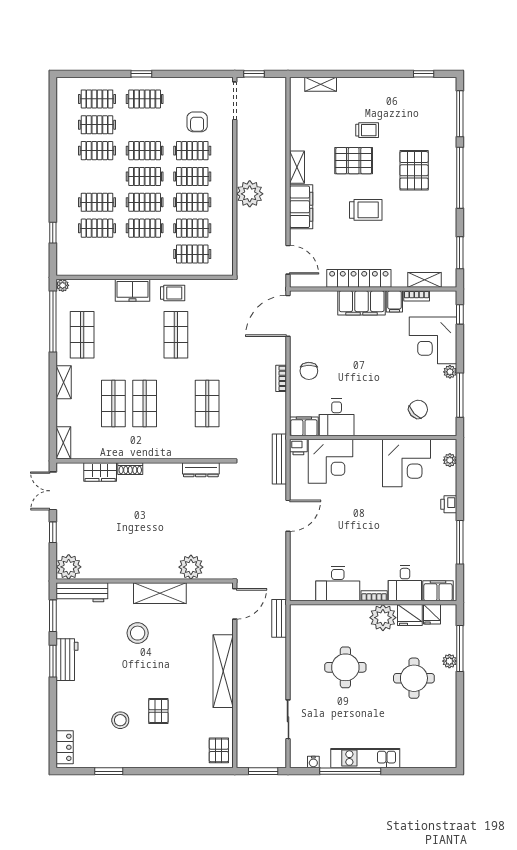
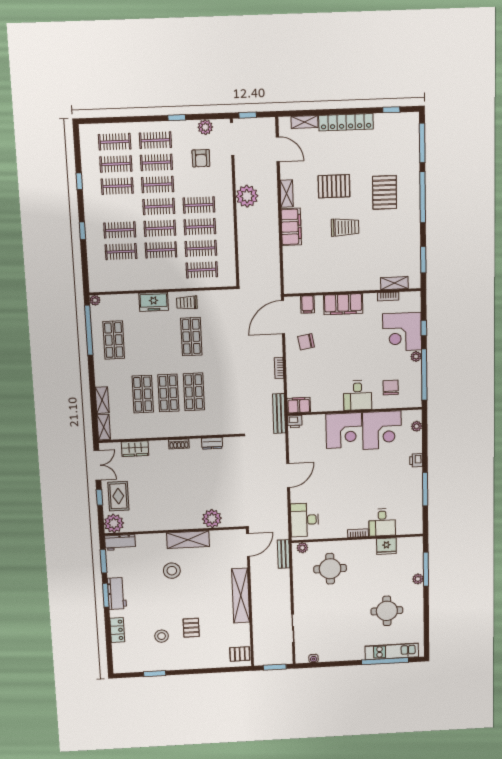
window: (141, 74) -> (177, 118), moved
plant: (204, 86) -> (205, 127), added
trolley: (367, 130) -> (345, 160), removed
window: (53, 143) -> (79, 181), added
clothes rail: (192, 151) -> (157, 162), moved
plant: (250, 194) -> (247, 196), moved
window: (53, 233) -> (82, 231), moved
door: (288, 260) -> (278, 149), moved
locker: (359, 278) -> (346, 122), moved, turned 180
trolley: (173, 293) -> (187, 303), turned 180
filing cabinet: (394, 301) -> (308, 304), moved
window: (460, 314) -> (424, 328), moved
chair: (309, 371) -> (306, 342), moved, turned 80
shelving: (64, 382) -> (102, 400), moved
window: (460, 395) -> (424, 375), width x1.46
shop shelf: (207, 403) -> (194, 392), moved
chair: (418, 409) -> (391, 387), turned -47
desk: (337, 417) -> (358, 395), moved
bench: (279, 459) -> (279, 413), moved
corner desk: (330, 461) -> (344, 431), moved
shoe rack: (130, 469) -> (179, 444), moved
dresser: (201, 470) -> (212, 443), width x0.70
double door: (53, 491) -> (97, 465), swing flipped
rug: (76, 532) -> (118, 496), added
desk: (338, 584) -> (305, 520), moved, turned 90
filing cabinet: (438, 591) -> (408, 527), removed
workbench: (82, 592) -> (120, 542), width x0.73
fridge: (432, 614) -> (404, 545), removed
plant: (383, 618) -> (302, 548), moved, width x0.53, depth x0.53
round table: (345, 667) -> (330, 569), moved
round table: (414, 678) -> (387, 611), moved
locker: (65, 747) -> (117, 630), moved
pallet: (219, 750) -> (240, 654), turned 90
kitchen unit: (365, 758) -> (392, 651), moved
window: (350, 771) -> (385, 661), moved

